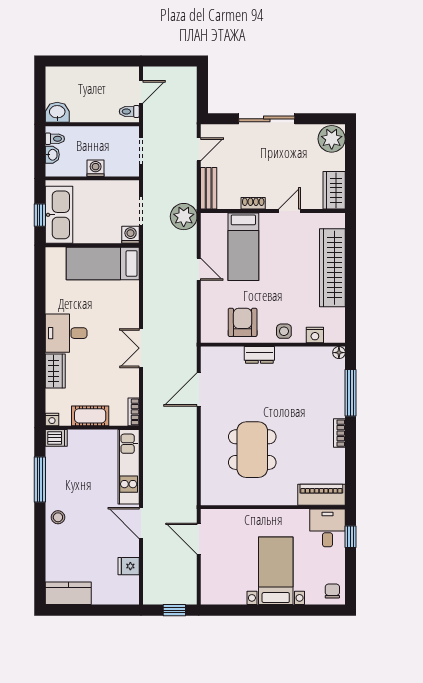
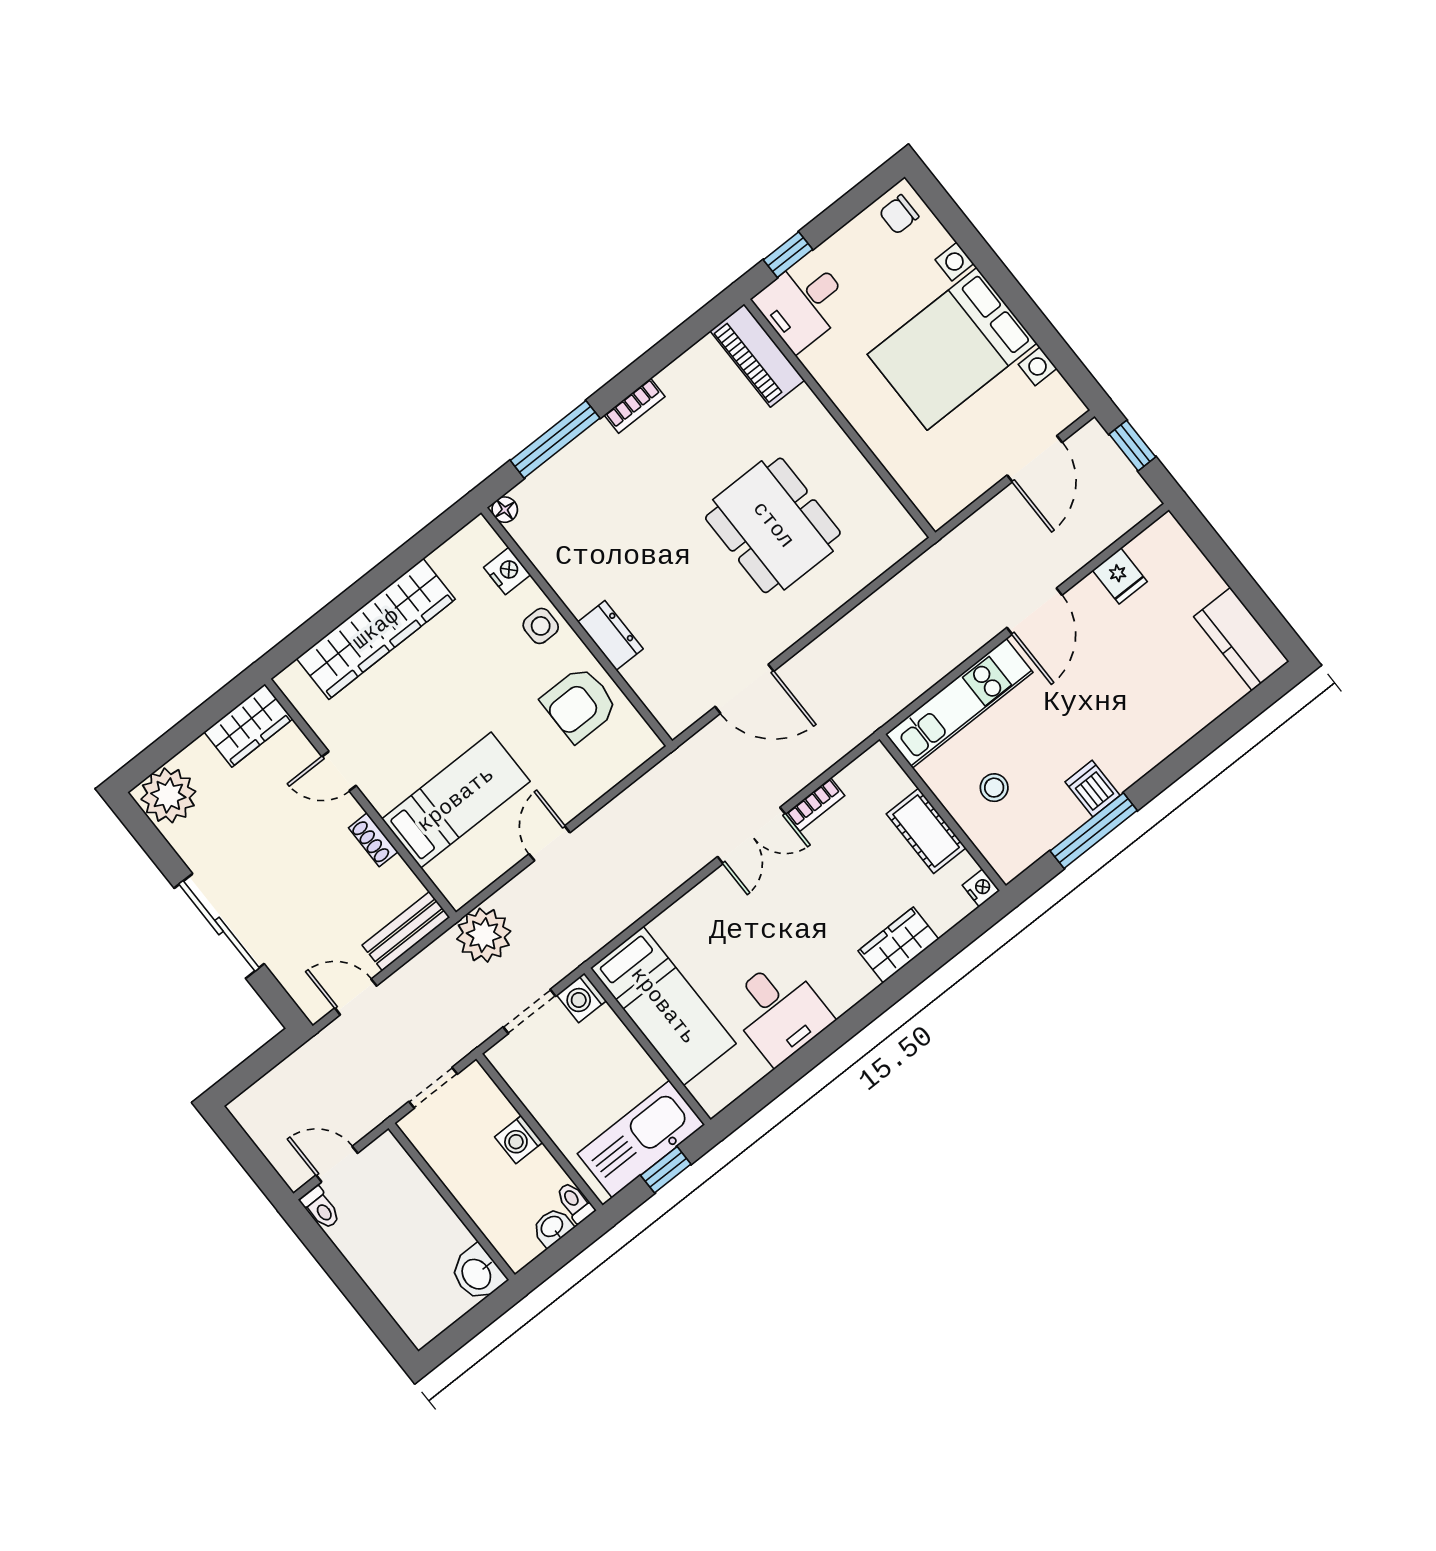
toilet: (129, 111) -> (321, 1208), moved
toilet: (55, 139) -> (575, 1202), moved
desk: (66, 333) -> (779, 1011), moved
bookcase: (134, 412) -> (815, 804), moved
dishwasher: (56, 438) -> (1093, 789), moved
dining table: (252, 450) -> (773, 525), turned 90
stool: (58, 517) -> (994, 788), moved
door: (199, 539) -> (1035, 459), moved
bed with nightstands: (276, 571) -> (952, 349), width x1.36

